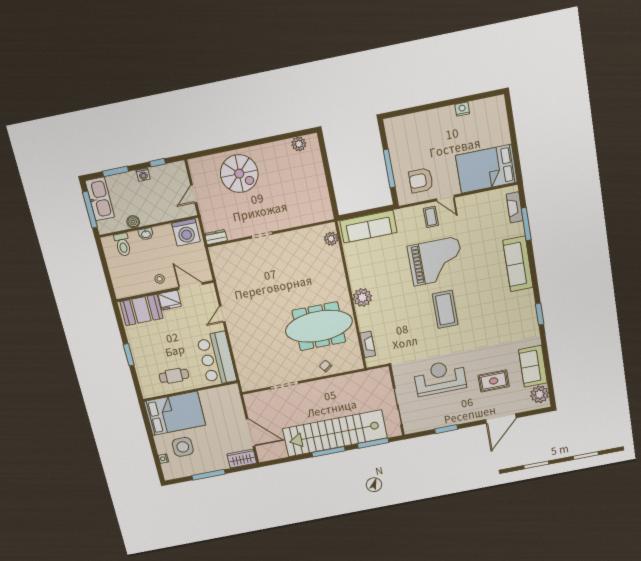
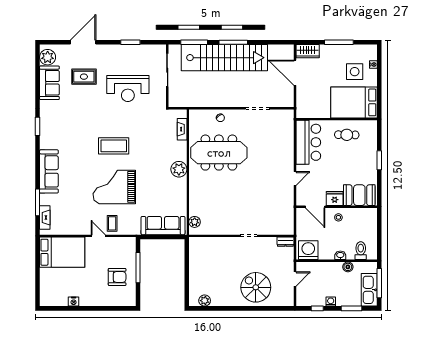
armchair: (421, 180) -> (117, 277), moved
coffee table: (445, 309) -> (114, 146), turned 90

